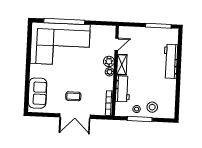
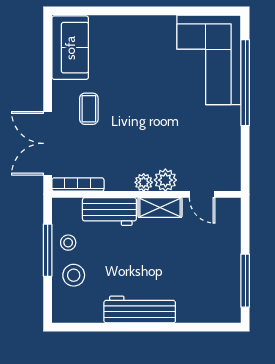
corner sofa: (60, 44) -> (209, 60), width x0.73, depth x0.74
workbench: (171, 61) -> (140, 309), moved
sofa: (37, 93) -> (70, 48), moved, turned -90
double door: (75, 116) -> (48, 143), moved

